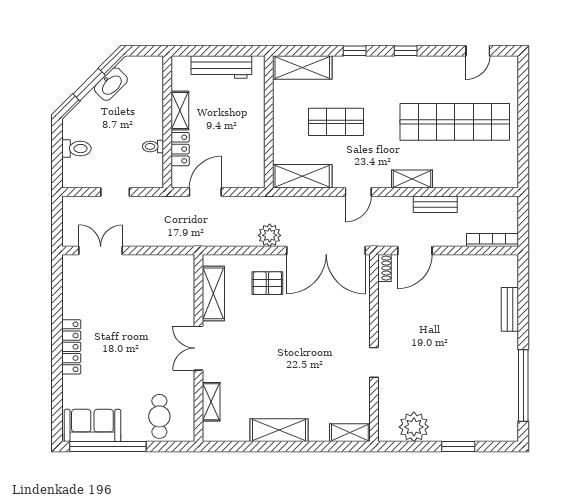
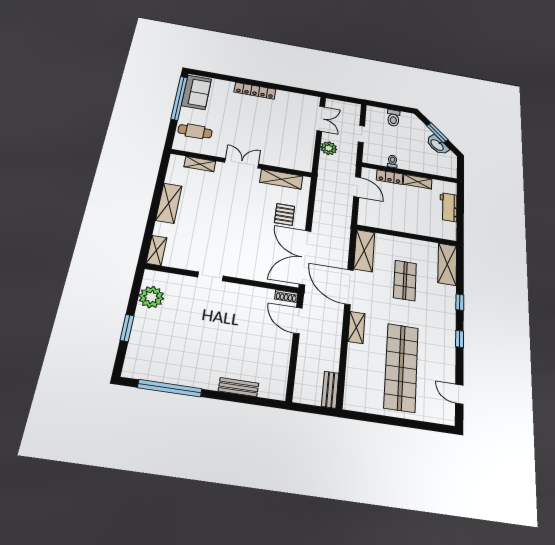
workbench: (221, 67) -> (448, 207), width x0.73
door: (358, 192) -> (349, 287), width x1.88
bench: (435, 204) -> (330, 390), moved
plant: (270, 235) -> (329, 148), moved
bookcase: (492, 240) -> (300, 382), removed

